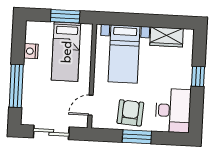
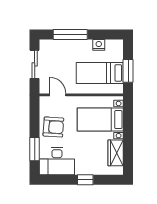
window: (137, 137) -> (35, 149), moved

